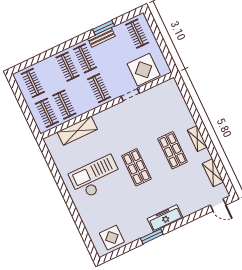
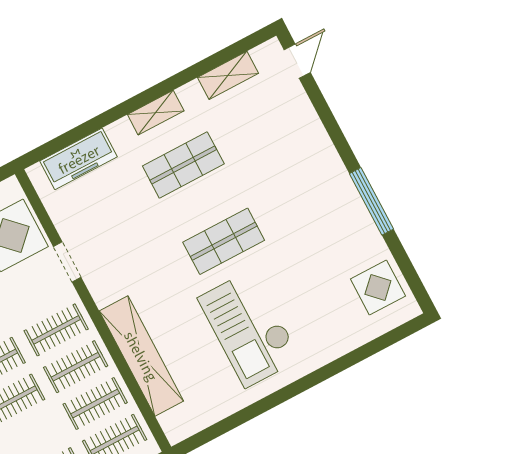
clothes rail: (82, 96) -> (76, 367), added
shelving: (77, 131) -> (141, 356), width x1.47
freezer: (165, 218) -> (79, 159), moved, turned -90
window: (152, 236) -> (371, 201), width x1.44

